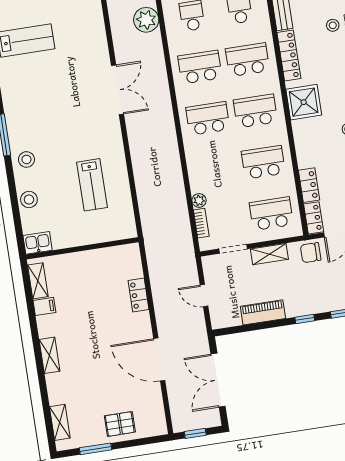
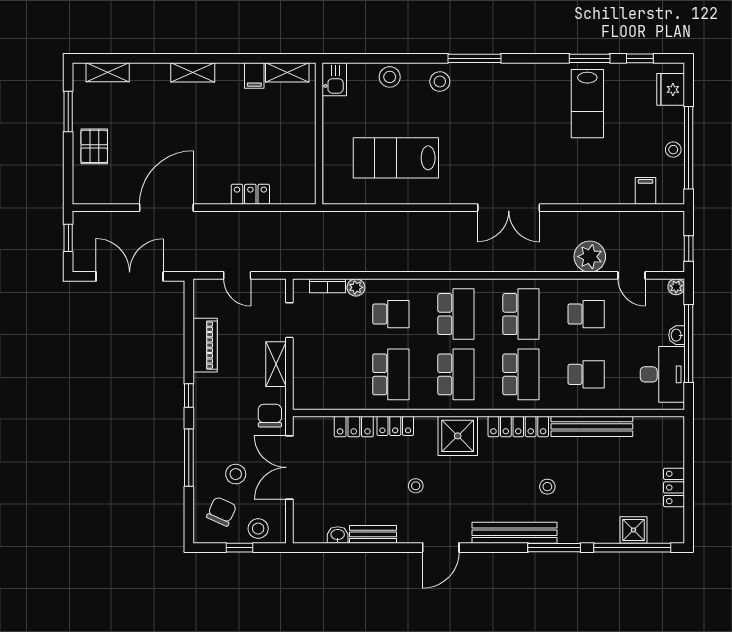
lab bench: (92, 185) -> (396, 158), width x1.36, depth x1.39
school desk: (271, 214) -> (391, 314), moved, width x0.54
locker: (314, 218) -> (395, 426), moved
door: (204, 296) -> (237, 275), swing flipped

